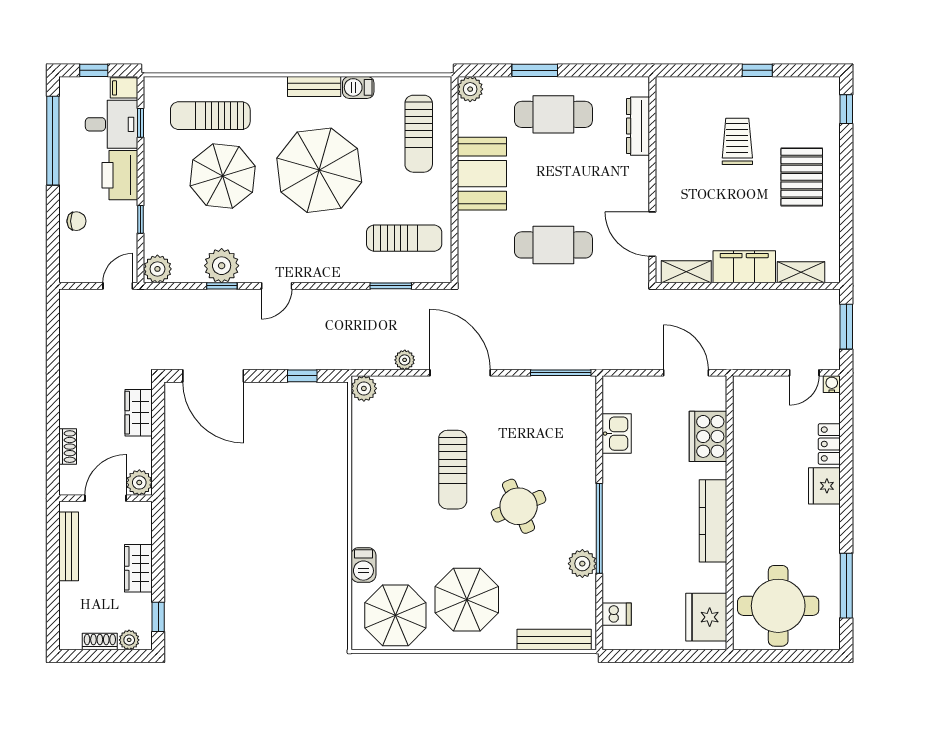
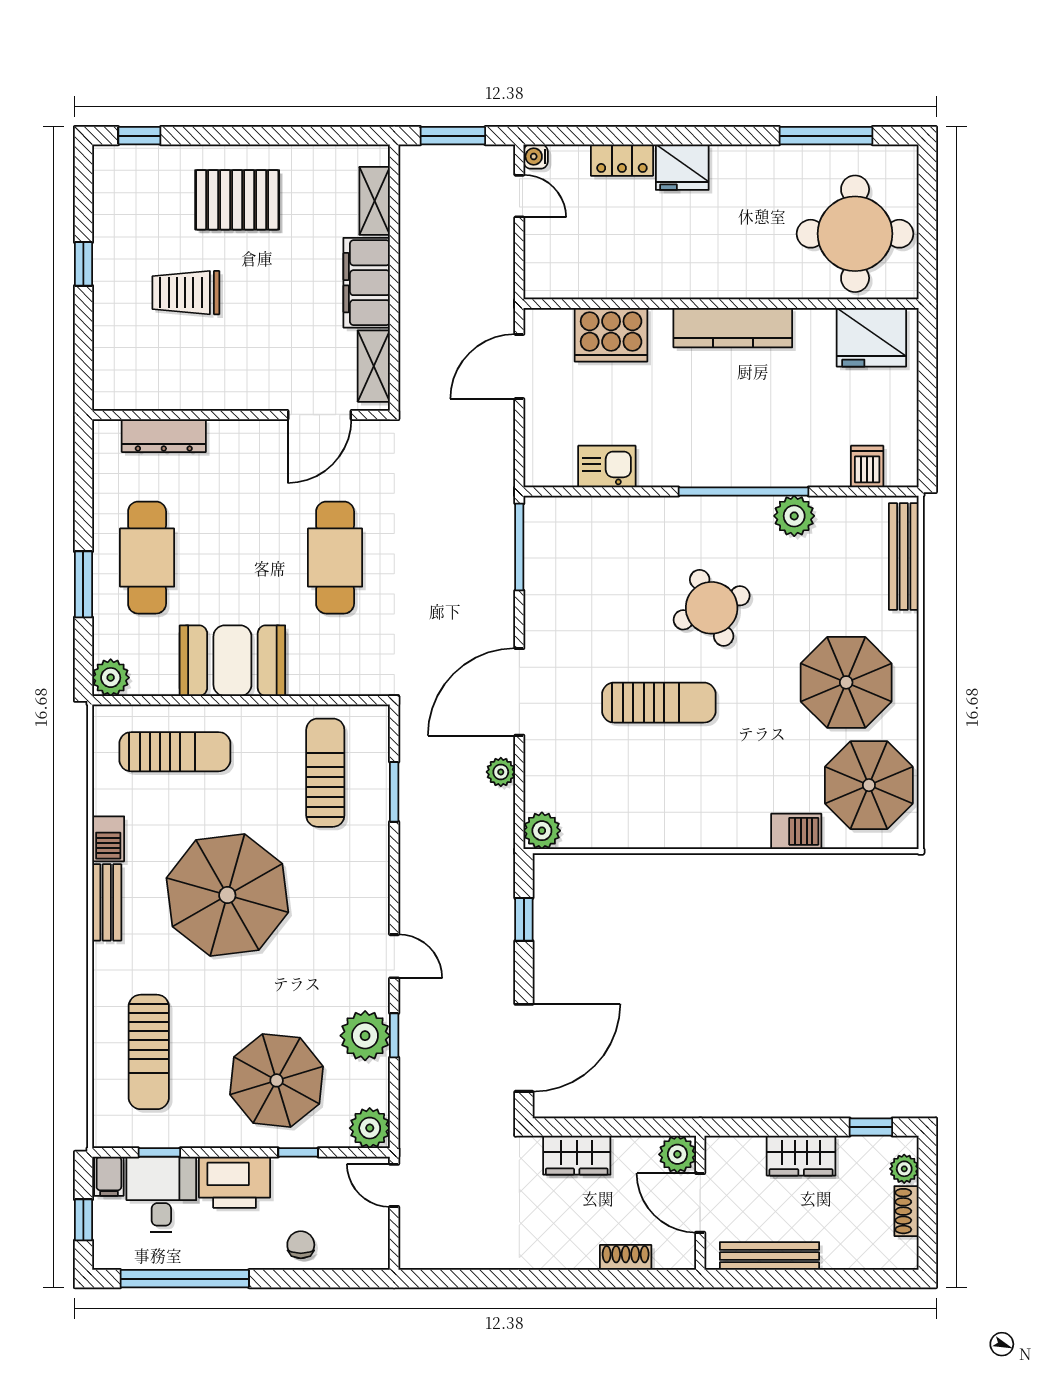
parasol: (223, 176) -> (277, 1080), moved

